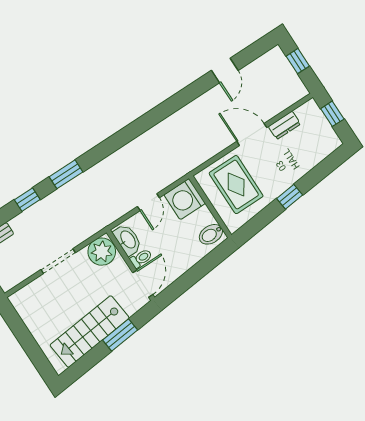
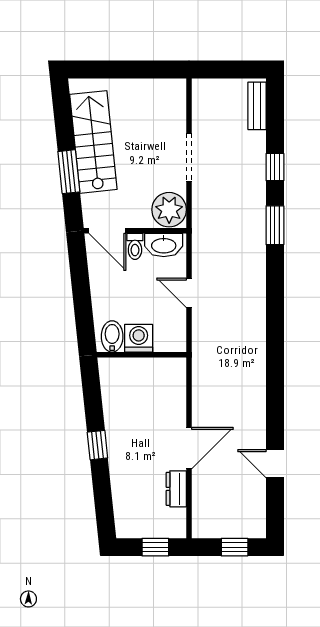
rug: (236, 185) -> (147, 397), removed
washing machine: (185, 199) -> (139, 338), moved, width x0.73, depth x0.73

